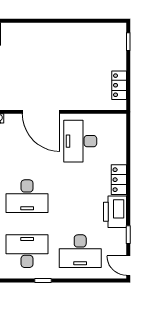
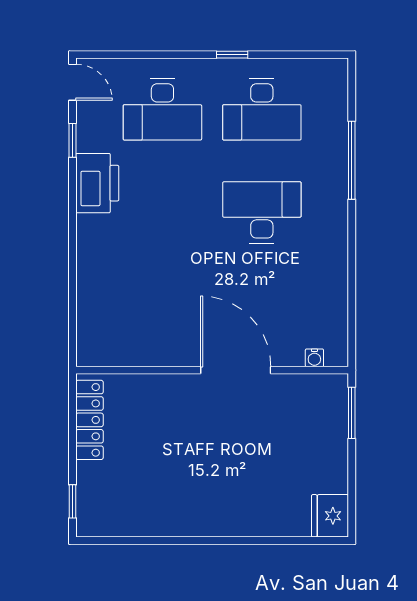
locker: (119, 85) -> (89, 420), width x1.53
desk: (80, 141) -> (162, 315), removed
locker: (119, 180) -> (90, 243), removed
desk: (80, 251) -> (162, 109), turned 180

